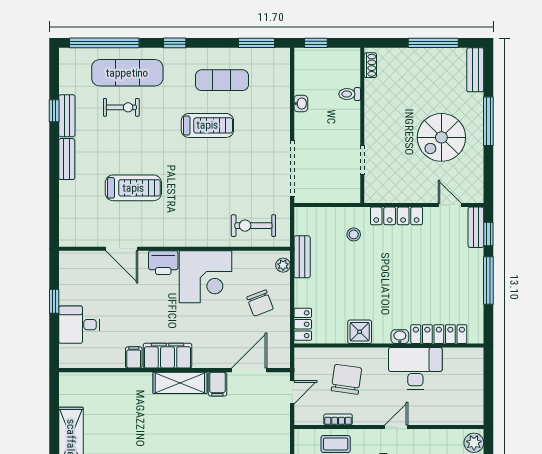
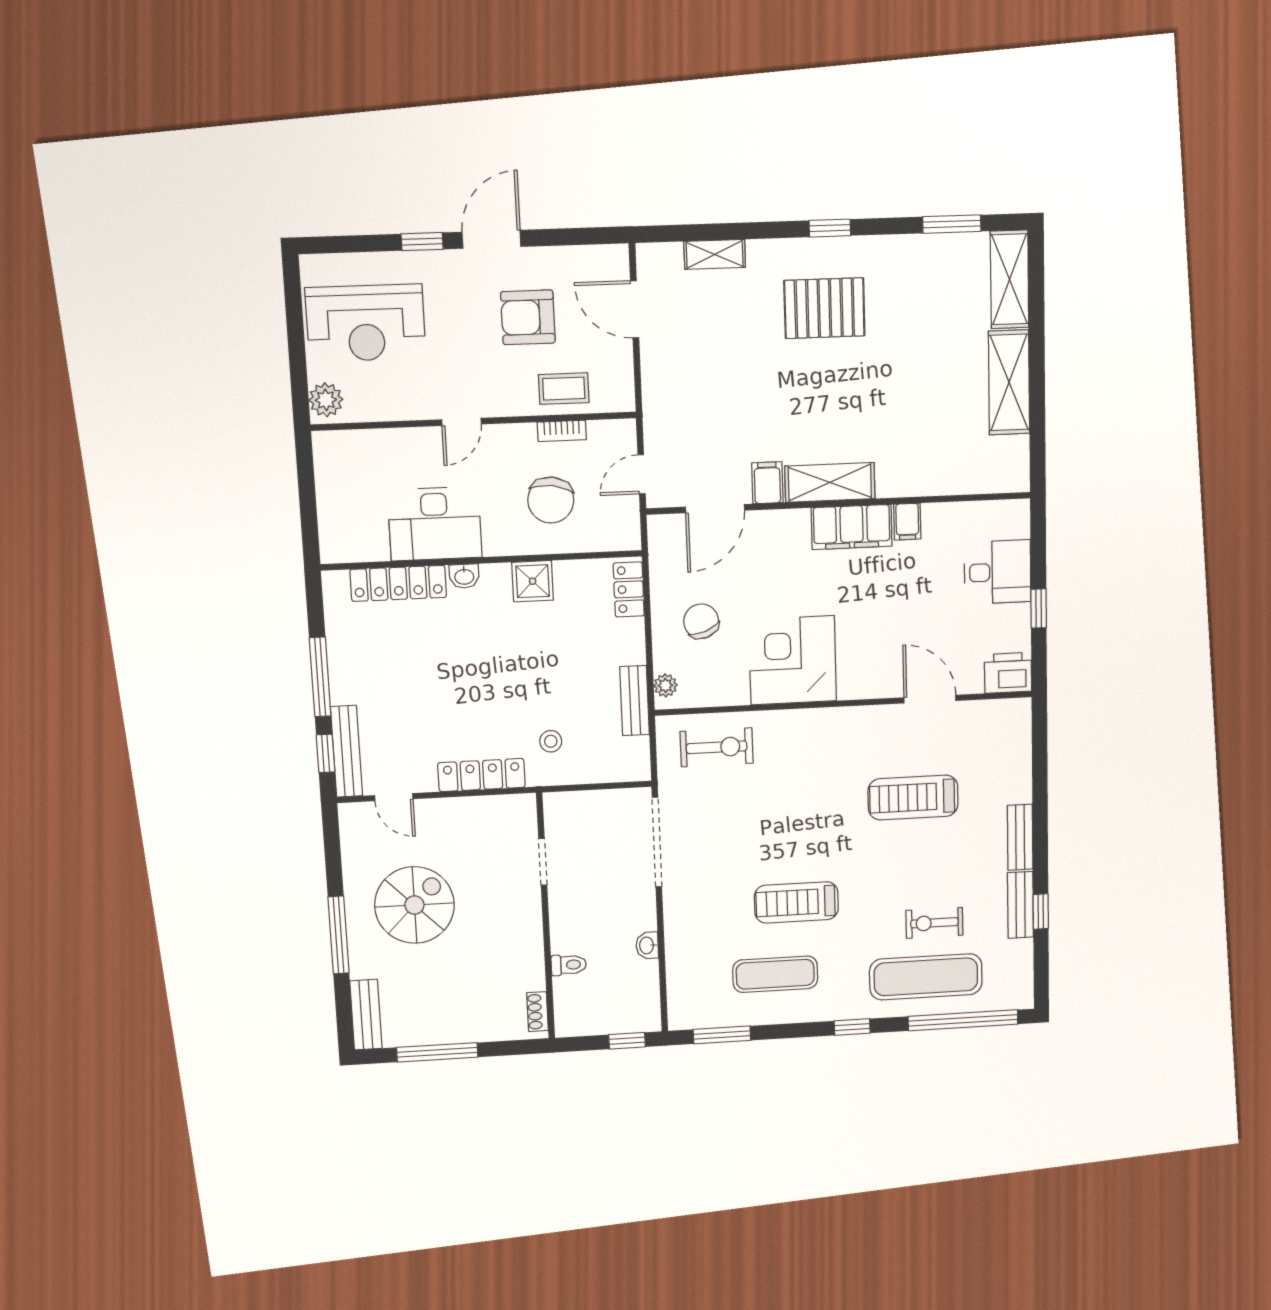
bench: (476, 227) -> (346, 751), width x1.36
printer: (163, 263) -> (1008, 673), moved

